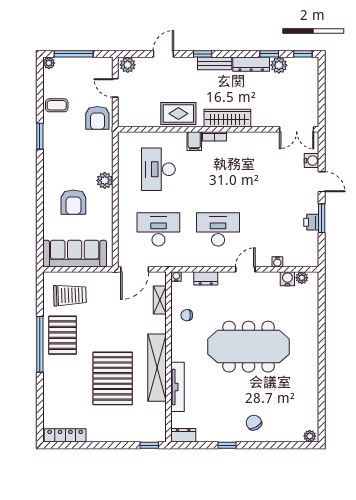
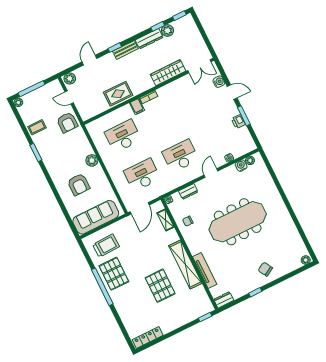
wardrobe: (227, 118) -> (168, 73), moved
desk: (158, 169) -> (123, 136), turned 90
pallet: (113, 378) -> (160, 286), width x0.73, depth x0.71

